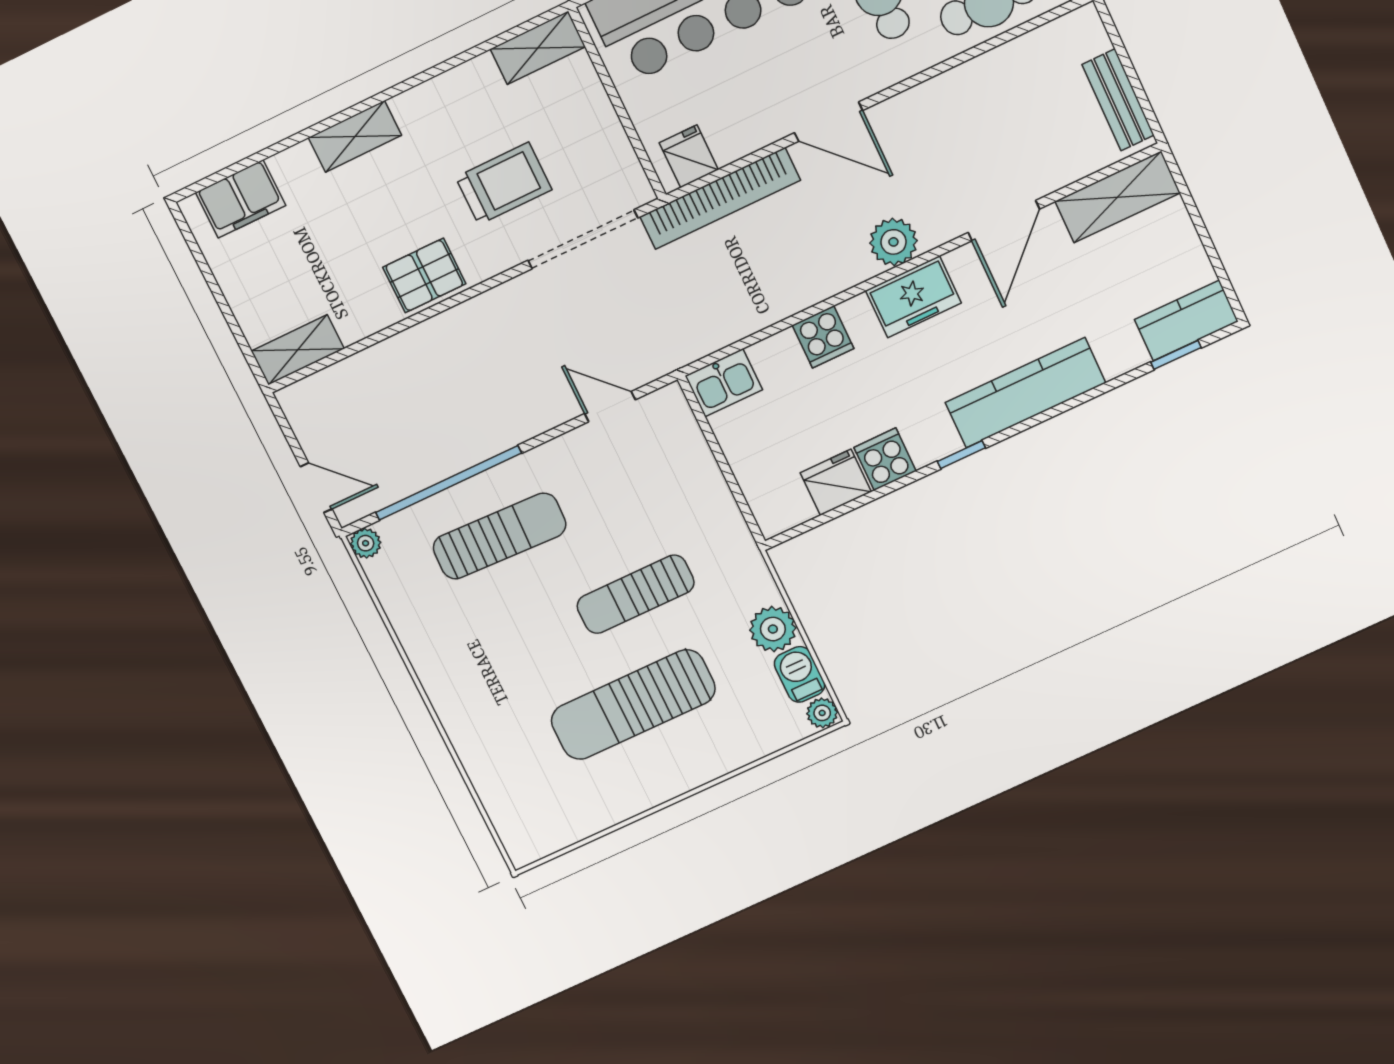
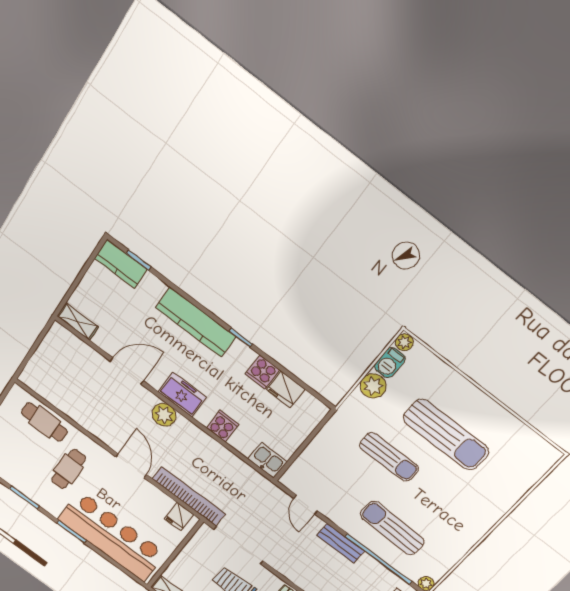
bench: (1118, 100) -> (341, 543), moved, turned 90
shelving: (1118, 197) -> (78, 322), width x0.67, depth x0.75

